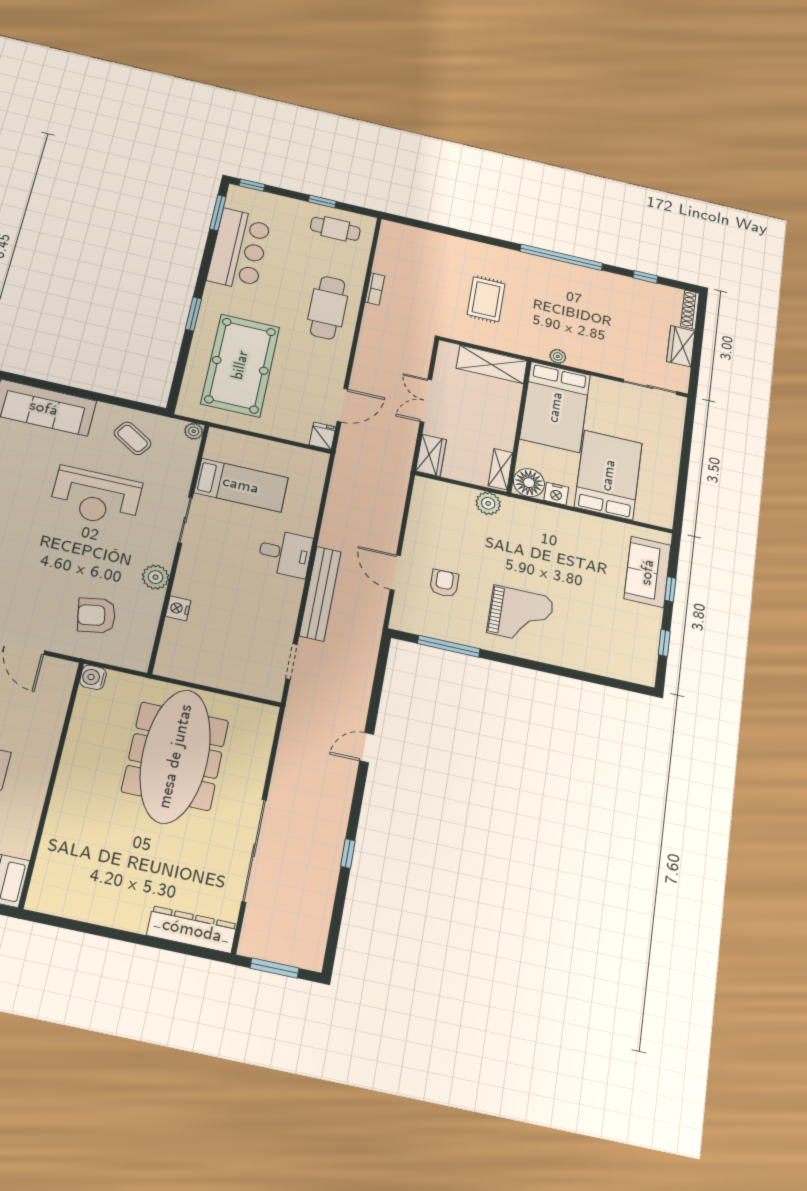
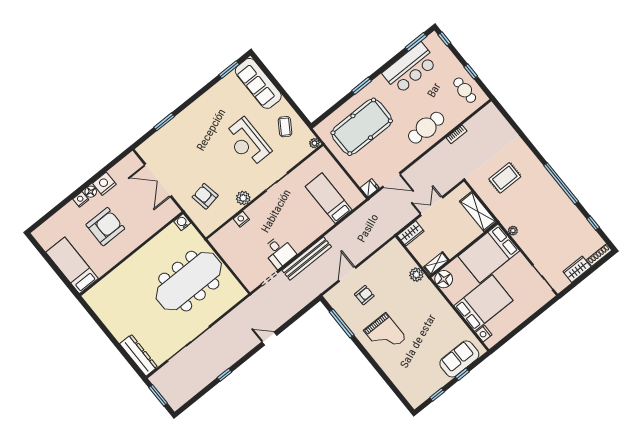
bed: (241, 485) -> (329, 198), moved, turned 180
nightstand: (556, 494) -> (484, 334), moved
desk: (285, 553) -> (279, 252), moved

